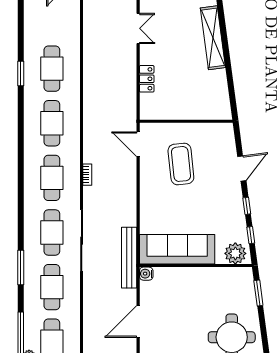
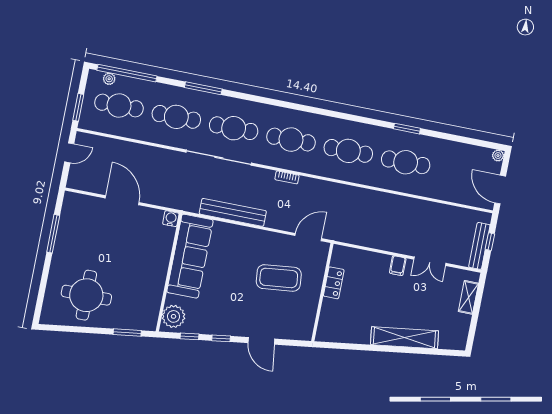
filing cabinet: (148, 57) -> (398, 266), added
locker: (147, 79) -> (334, 283), moved, turned -90
bench: (129, 258) -> (233, 212), moved

